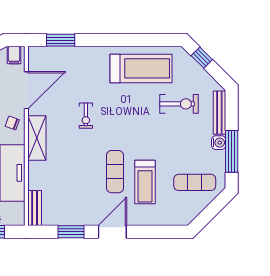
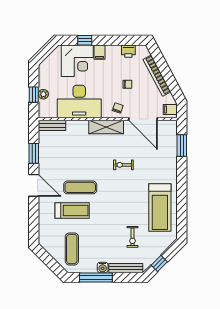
window: (202, 58) -> (159, 263), moved
exercise bike: (179, 104) -> (133, 237), width x0.73, depth x0.72
treadmill: (145, 182) -> (72, 211), turned 180

